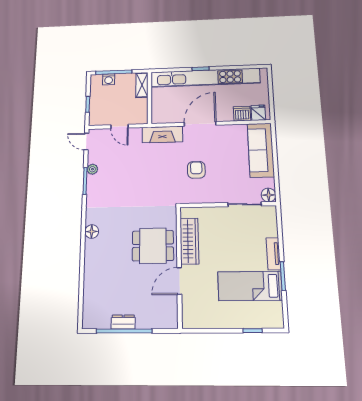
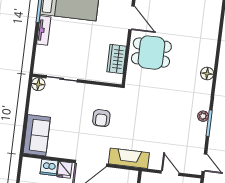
fridge: (258, 113) -> (65, 170), moved
sofa: (261, 150) -> (37, 135), width x0.73
plant: (92, 169) -> (203, 116), moved
wardrobe: (189, 241) -> (117, 59), width x0.67
door: (179, 281) -> (131, 18), hinge flipped

